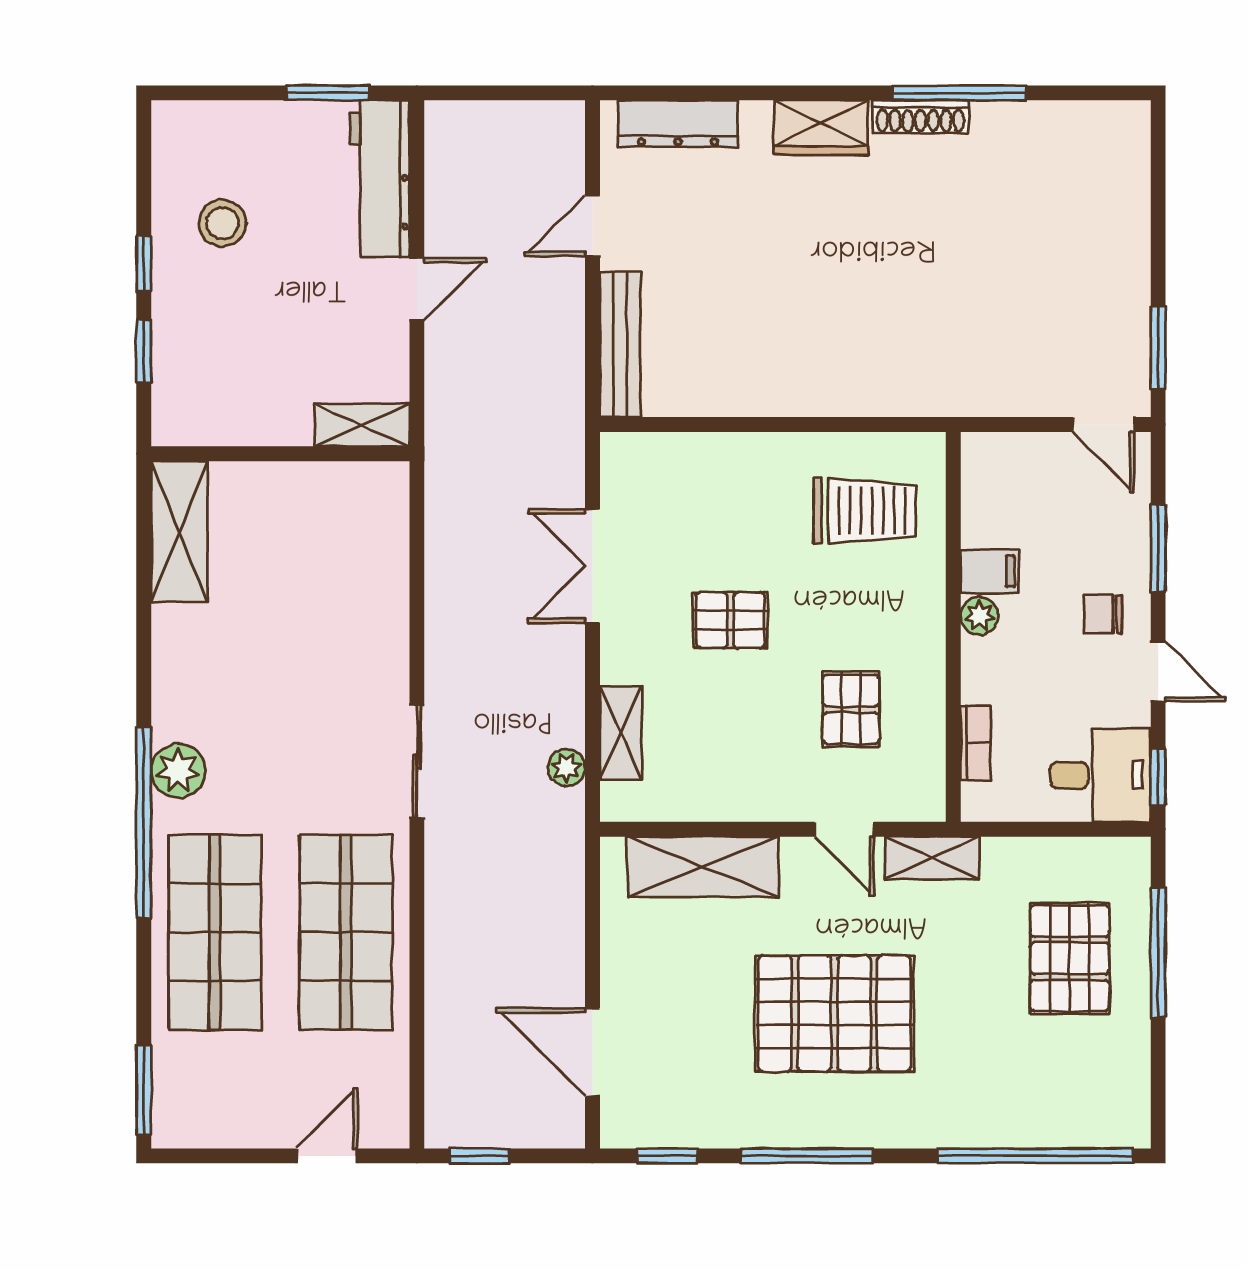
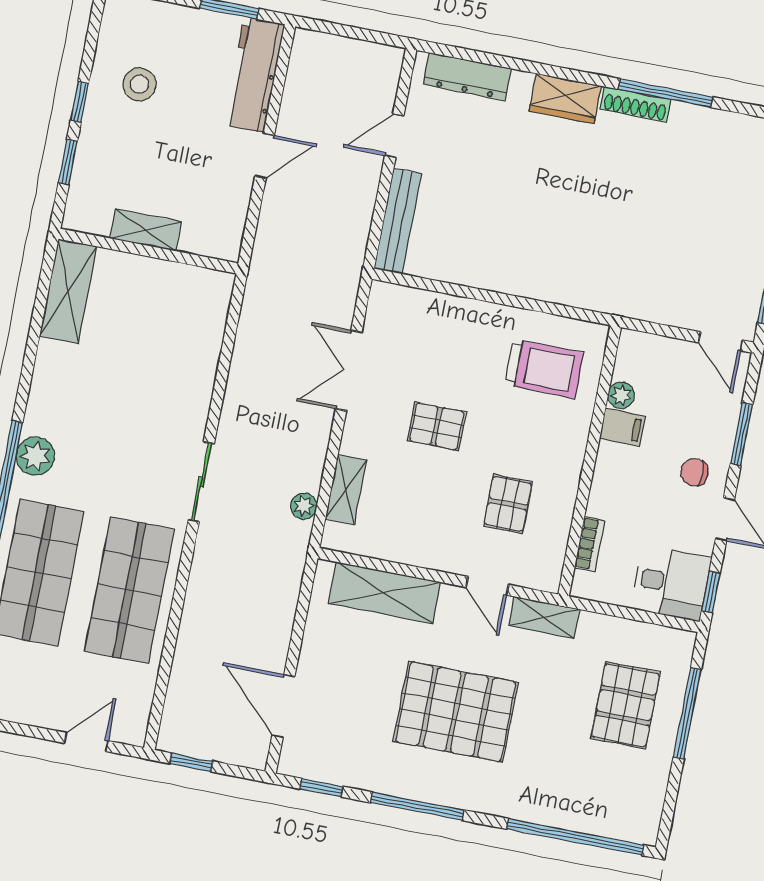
shelving: (362, 425) -> (146, 230), moved
plant: (979, 616) -> (621, 395), moved

